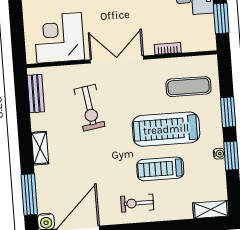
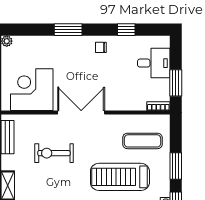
bookcase: (168, 49) -> (158, 106), moved
exercise bike: (89, 108) -> (54, 153), turned 99

